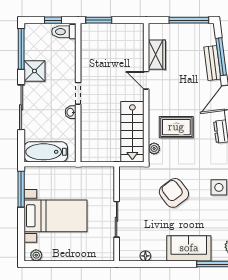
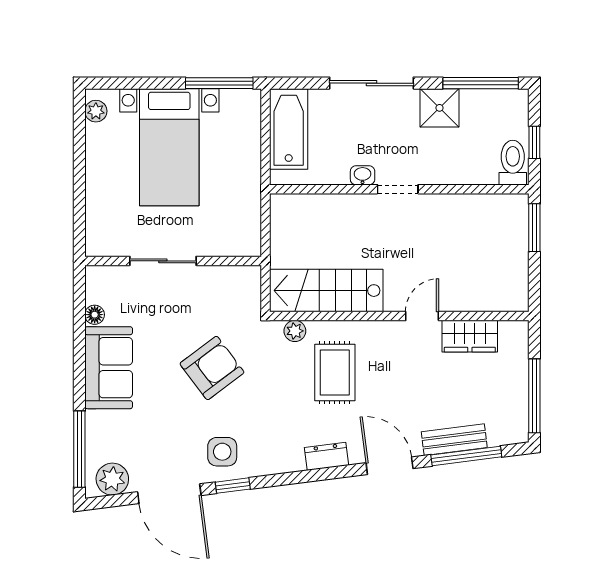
sofa: (189, 248) -> (109, 368), moved

